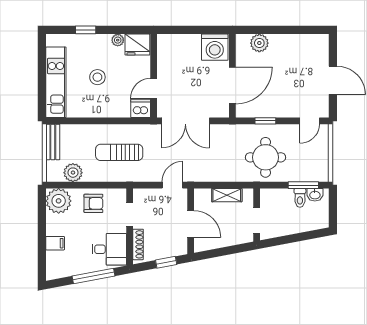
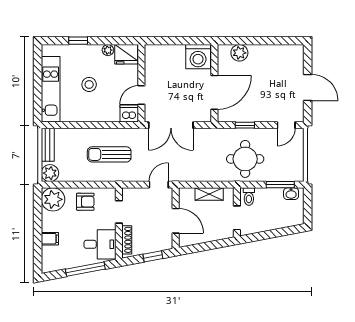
plant: (73, 173) -> (50, 173), moved
toilet: (300, 198) -> (249, 197), moved

